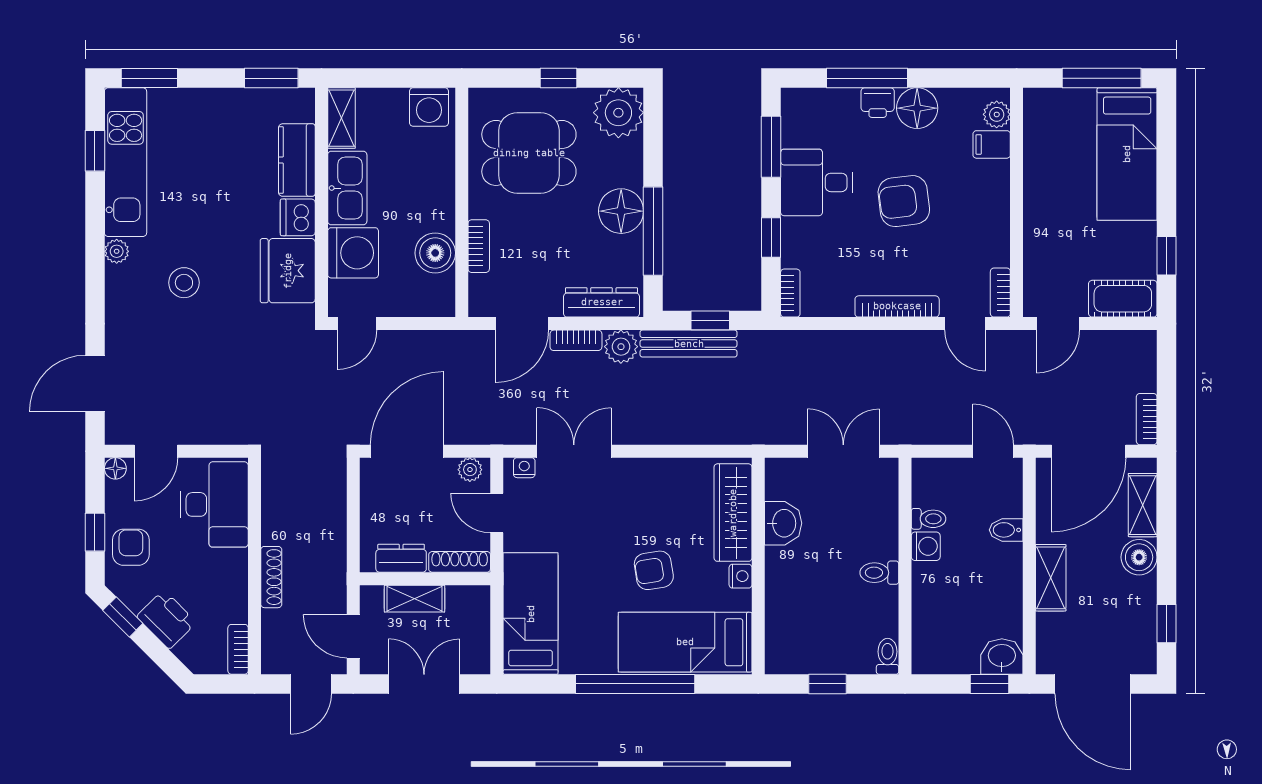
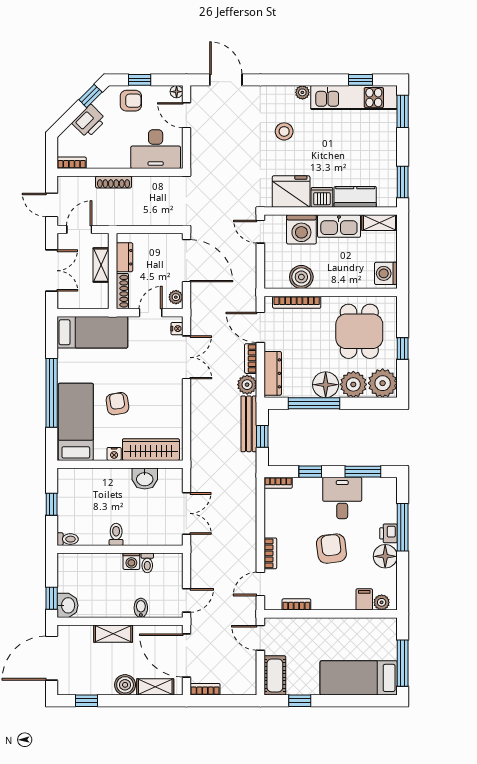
plant: (621, 163) -> (353, 384), added
bookcase: (479, 246) -> (297, 302), width x1.56
bookcase: (1000, 293) -> (296, 604), moved
bookcase: (897, 306) -> (270, 553), width x0.64

